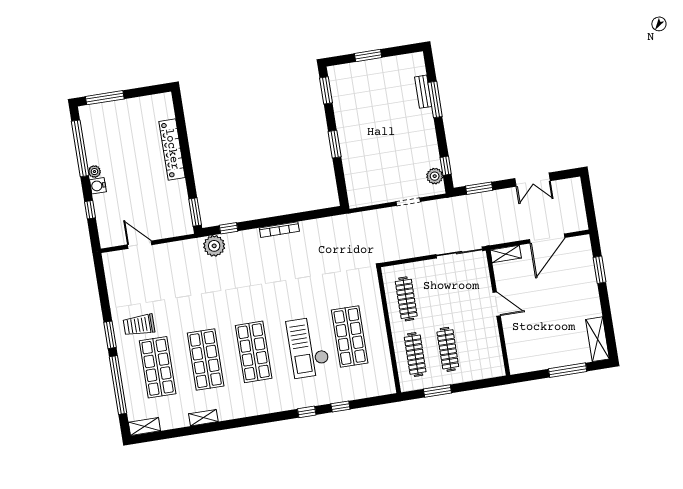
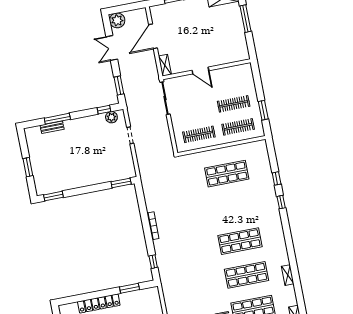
window: (335, 144) -> (121, 183), moved
double door: (532, 180) -> (112, 48), swing flipped
window: (195, 212) -> (130, 288), moved
door: (547, 238) -> (153, 36), swing flipped
plant: (214, 246) -> (117, 20), moved
door: (497, 304) -> (200, 70), swing flipped
checkout: (308, 347) -> (235, 203), removed

